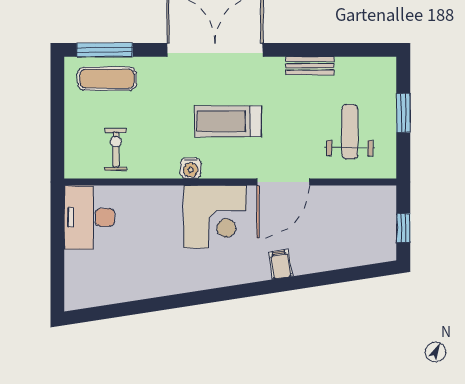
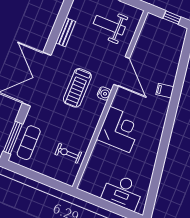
water cooler: (191, 168) -> (104, 93), moved
desk: (89, 217) -> (123, 192), moved
corner desk: (215, 217) -> (120, 129), moved

